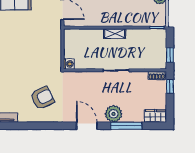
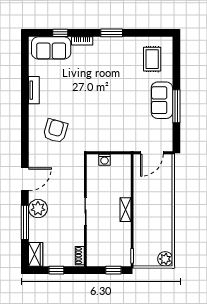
window: (170, 55) -> (113, 270), moved
washing machine: (69, 64) -> (104, 160), moved
window: (170, 86) -> (56, 270), moved
armchair: (42, 98) -> (55, 131), turned -138

